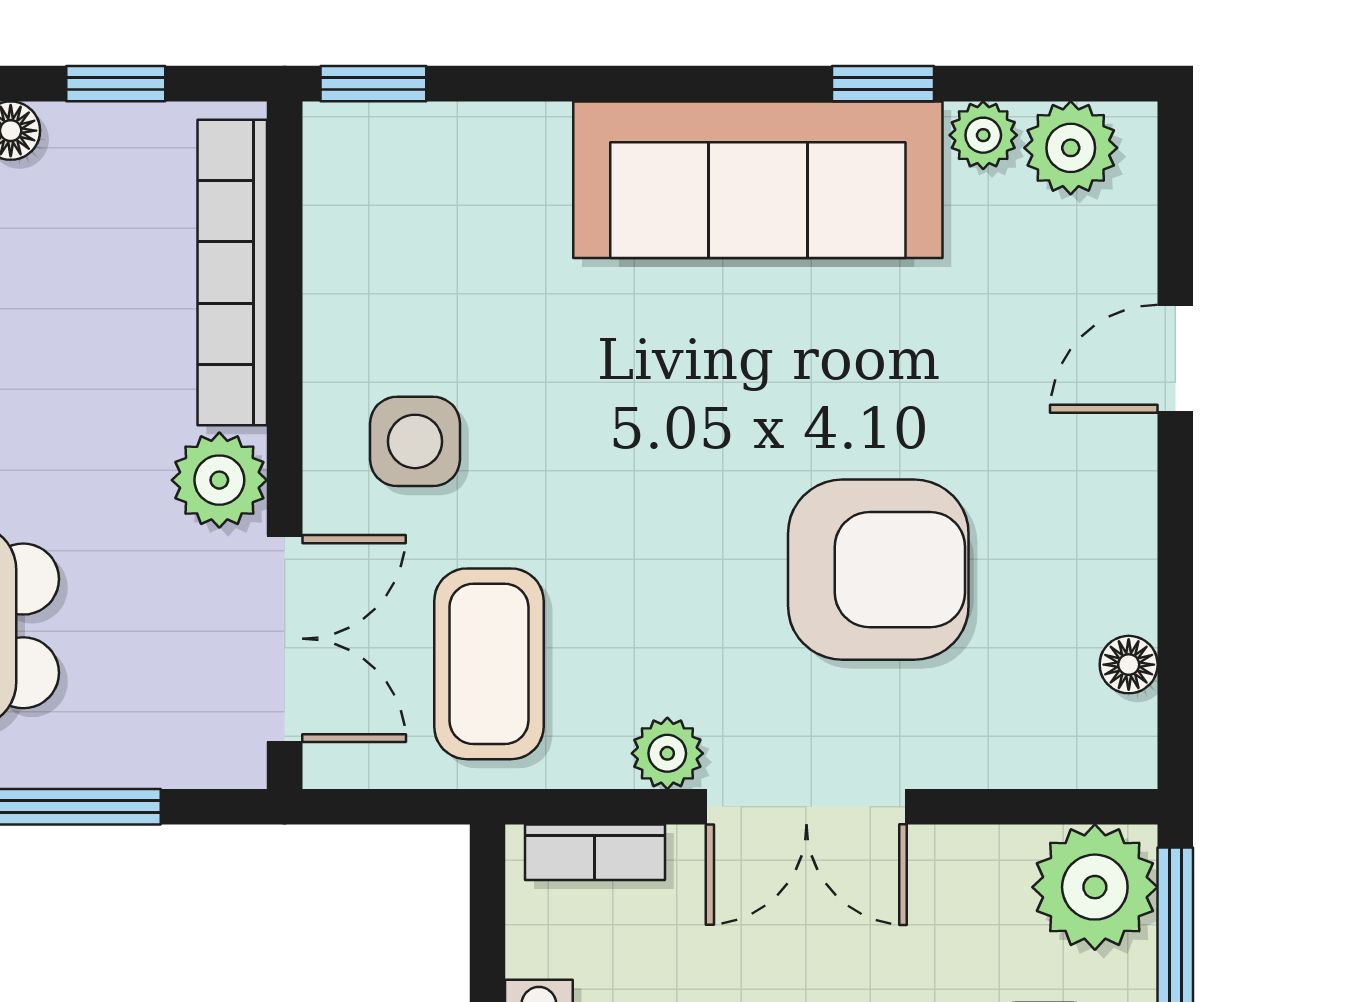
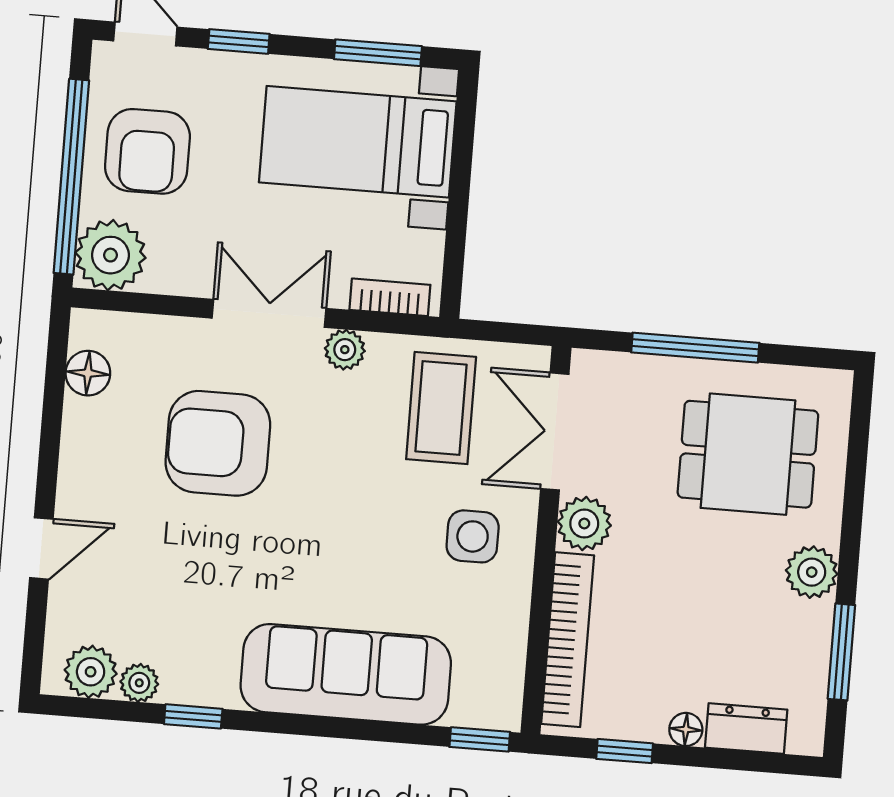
sofa: (758, 180) -> (346, 674), moved
floor lamp: (1129, 665) -> (88, 373), width x1.37, depth x1.37

